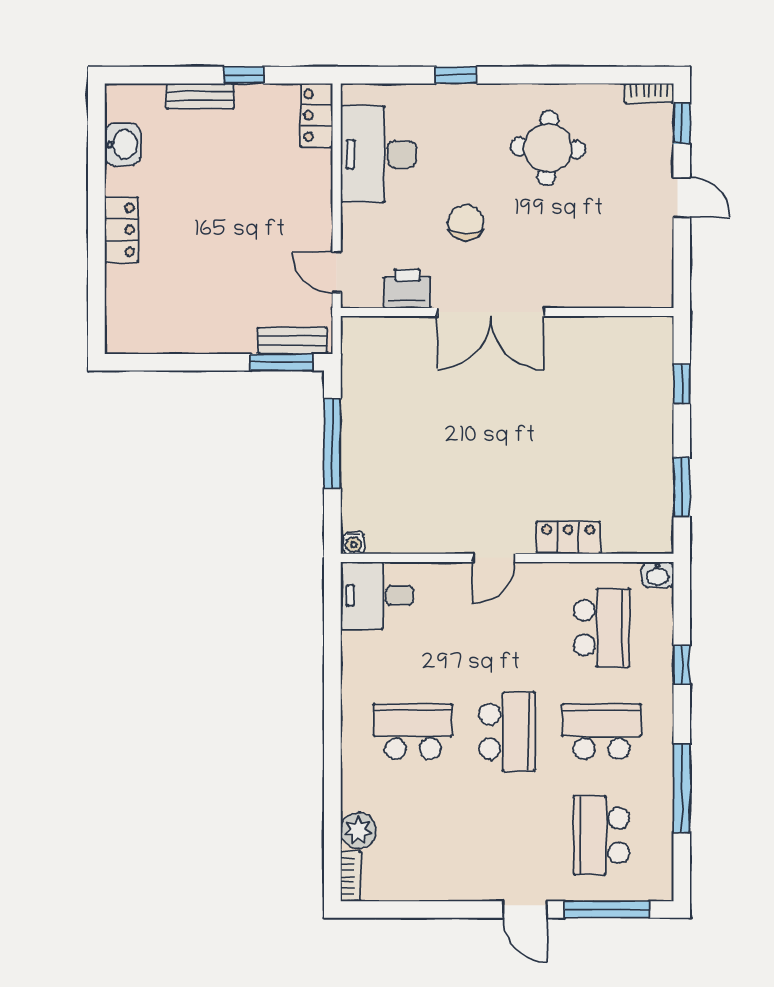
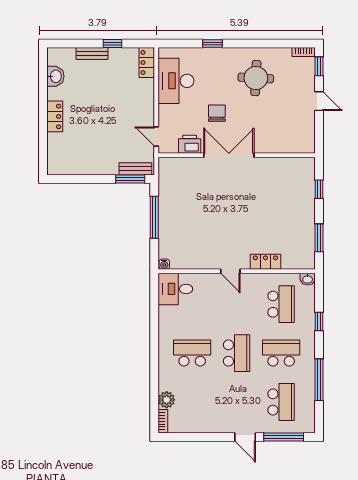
double door: (491, 312) -> (229, 155), swing flipped
door: (494, 558) -> (230, 271), hinge flipped
school desk: (601, 835) -> (281, 402), turned 180

